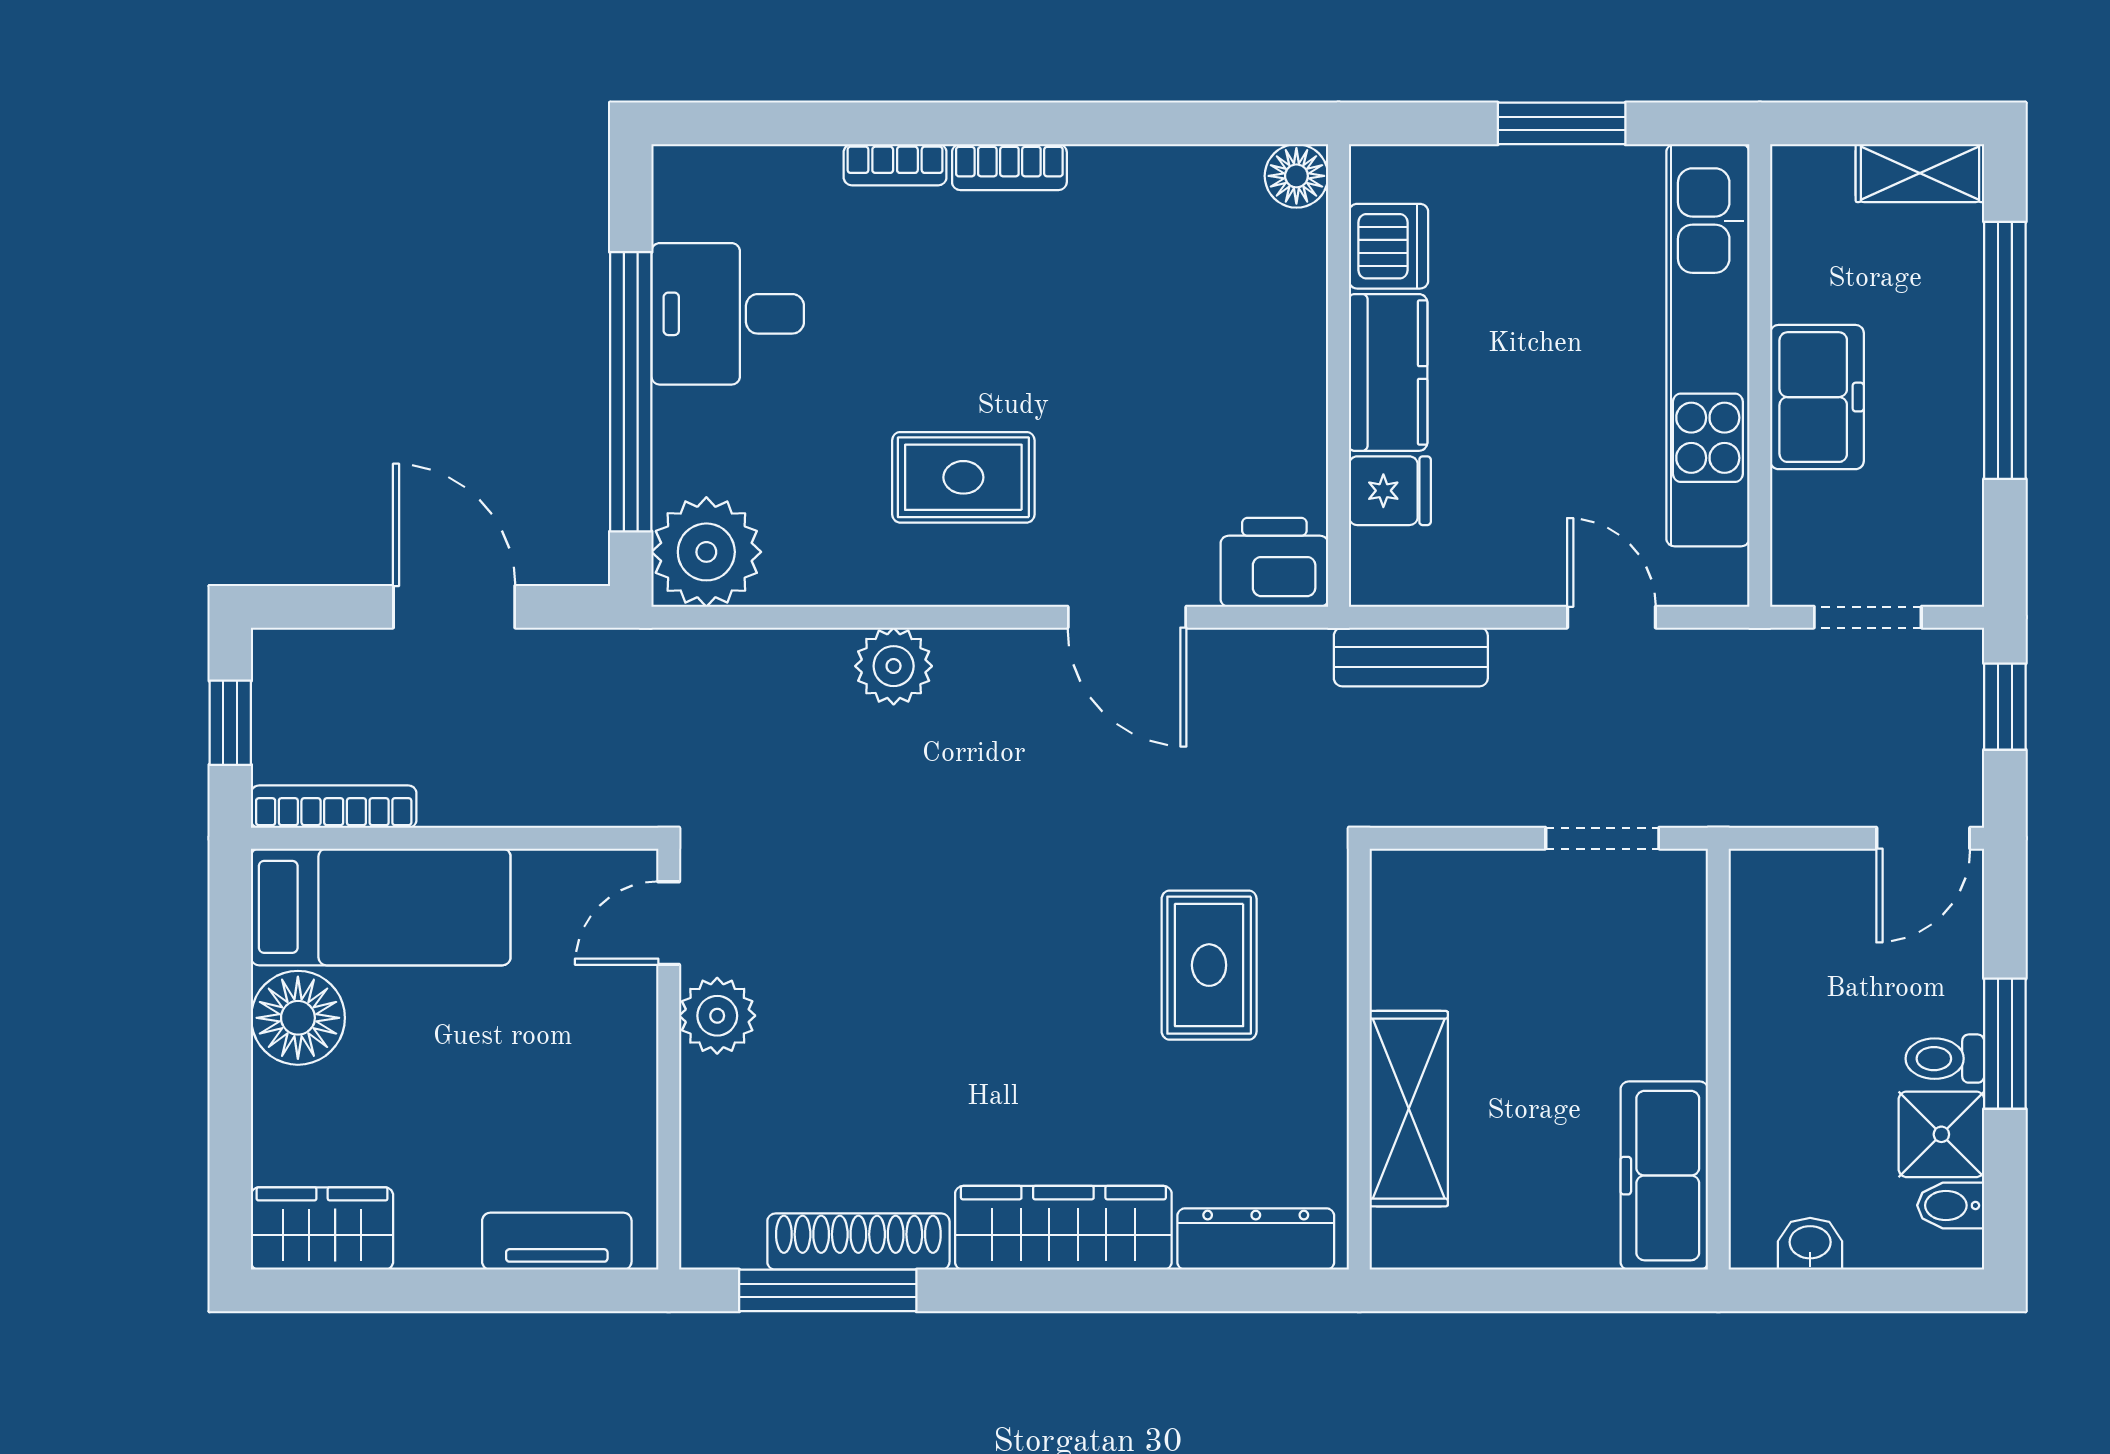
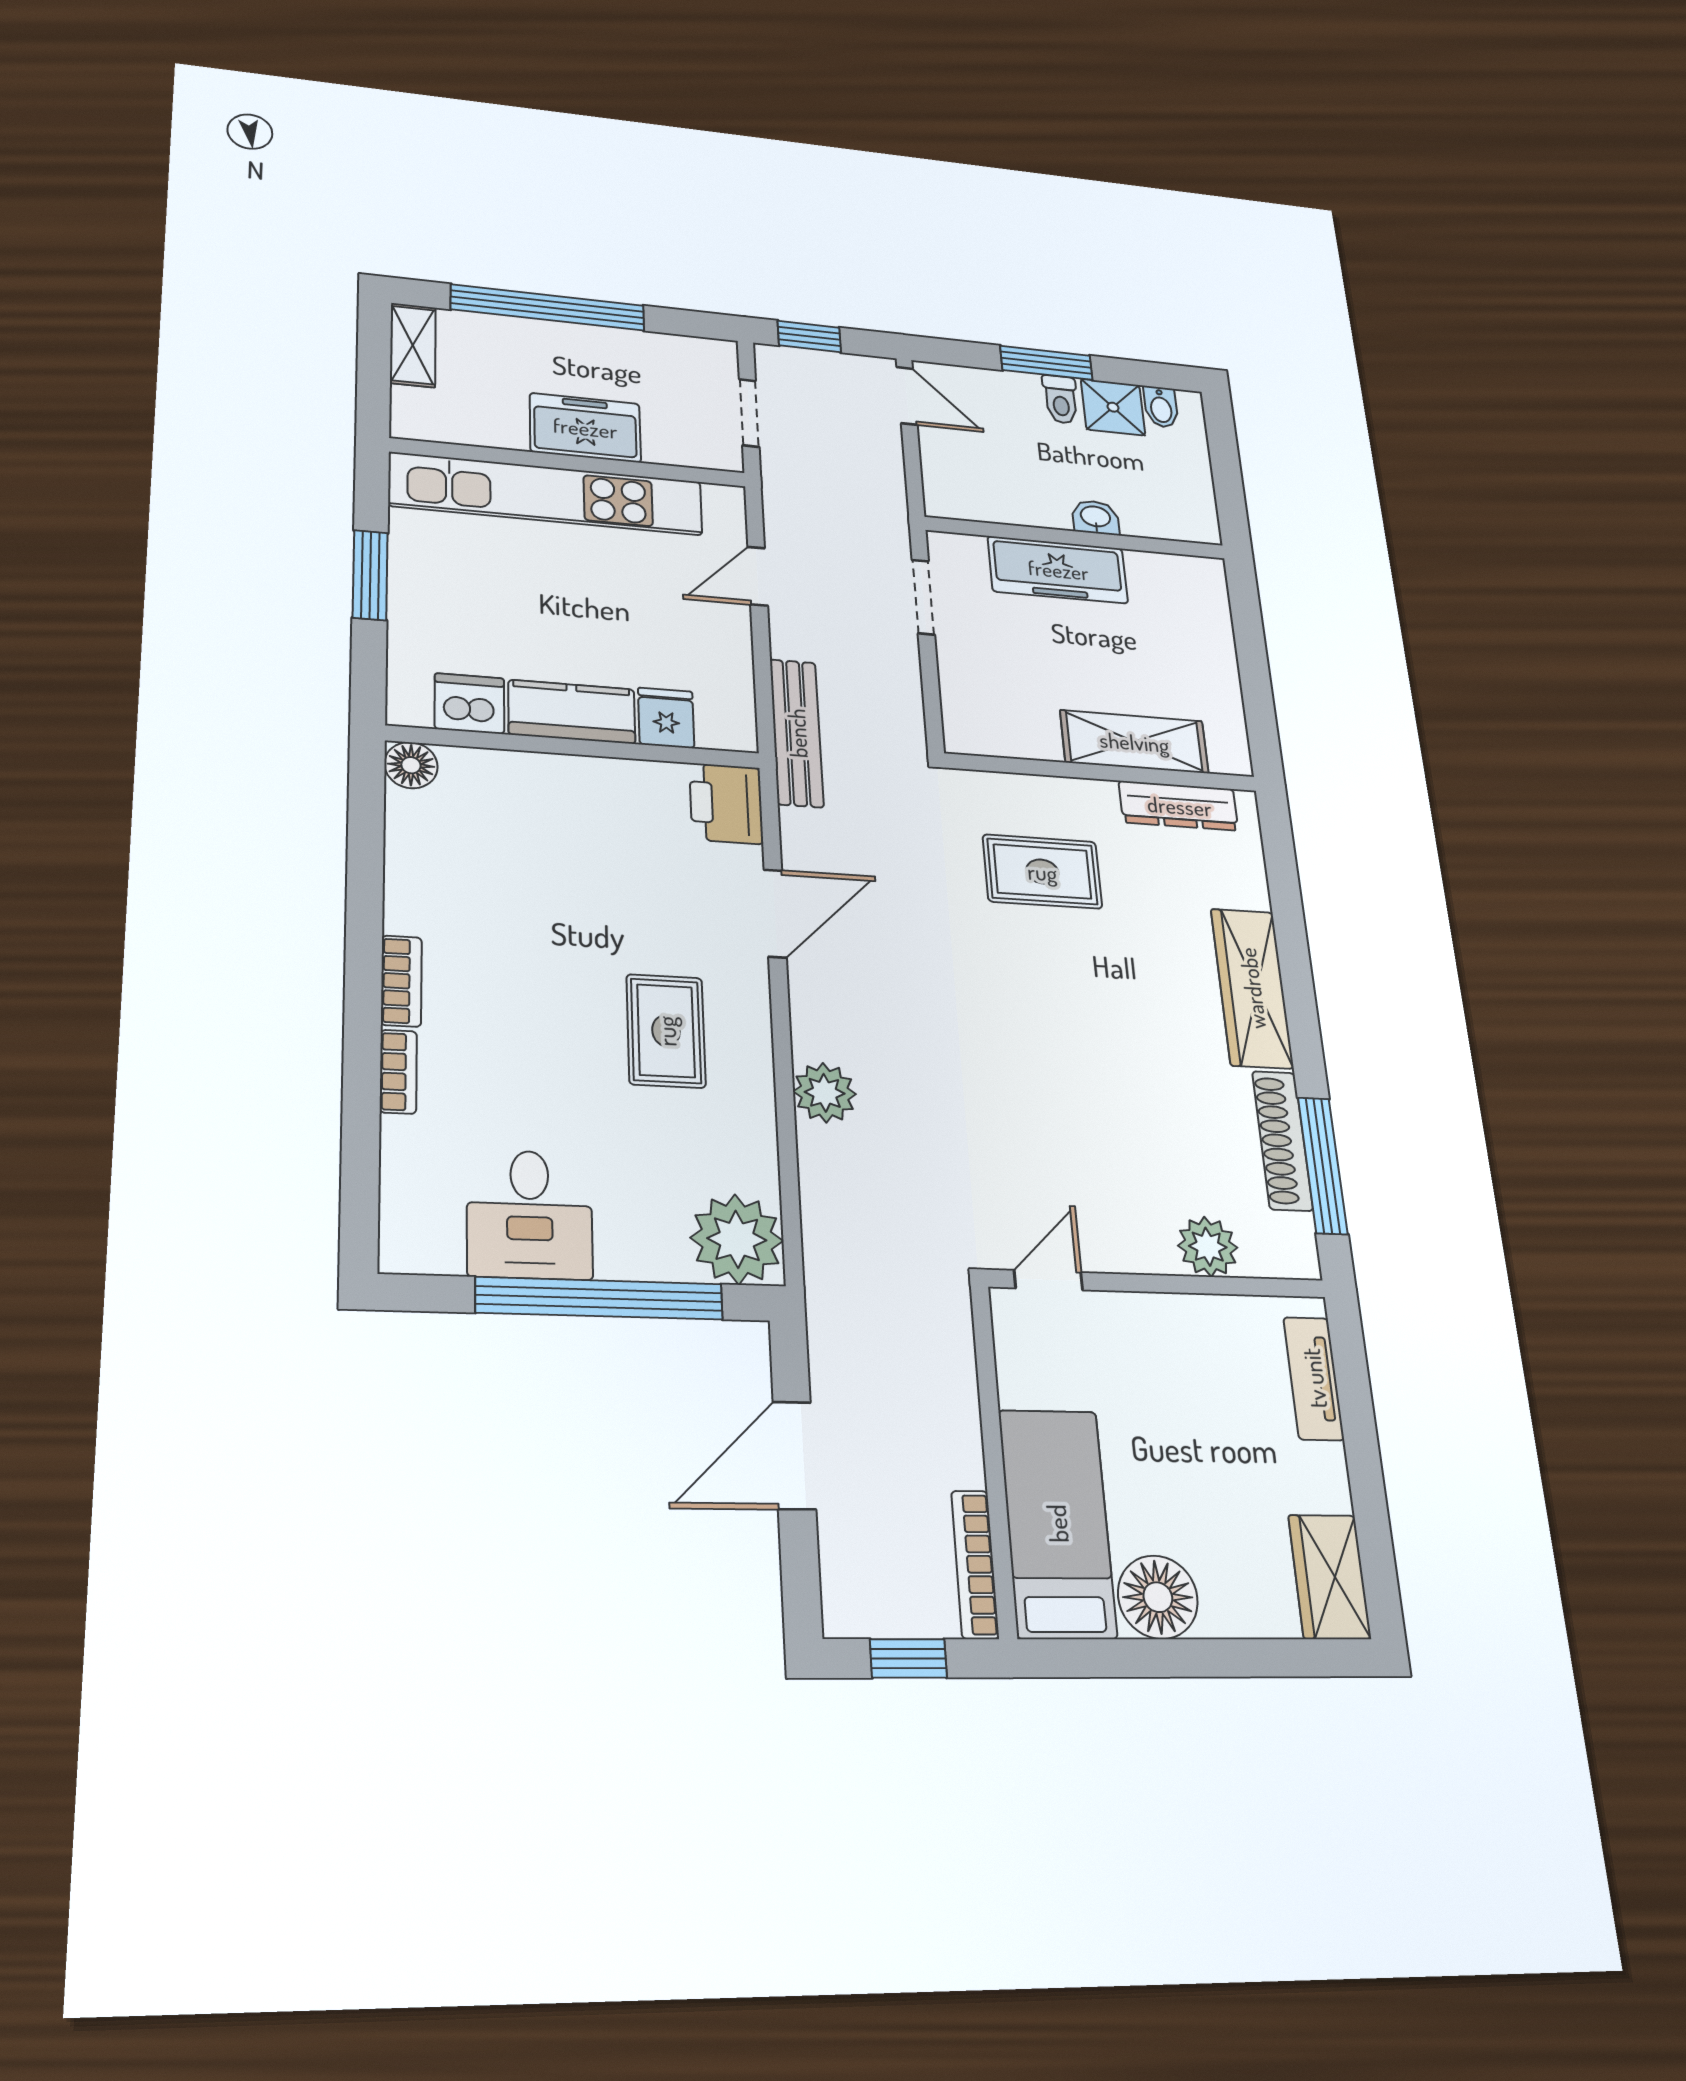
bench: (1411, 657) -> (797, 733), width x1.36
door: (669, 923) -> (1048, 1280), swing flipped
plant: (717, 1016) -> (1208, 1247), moved
freezer: (1664, 1176) -> (1058, 570), moved
dresser: (1256, 1239) -> (1179, 806), moved, turned -90
washbasin: (1810, 1244) -> (1096, 517), moved, turned 90

